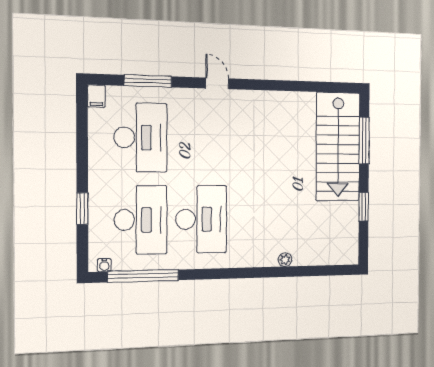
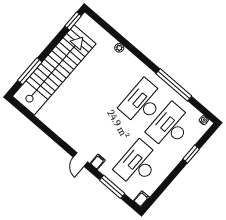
filing cabinet: (193, 98) -> (98, 162), added
stairs: (338, 147) -> (54, 70), width x1.36
window: (364, 207) -> (73, 21), moved
window: (143, 276) -> (174, 85), moved

